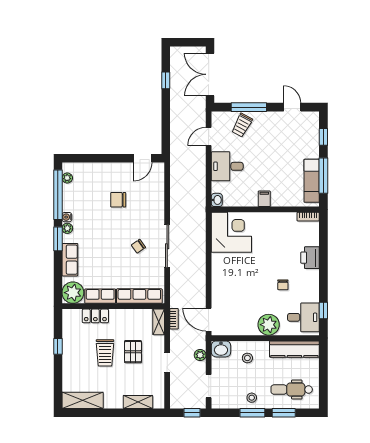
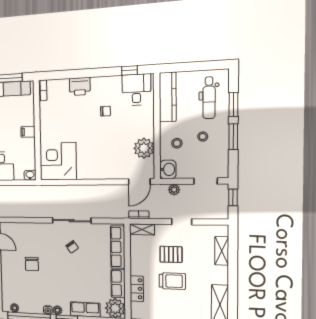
plant: (269, 325) -> (144, 148), moved
stool: (252, 398) -> (203, 137), moved

